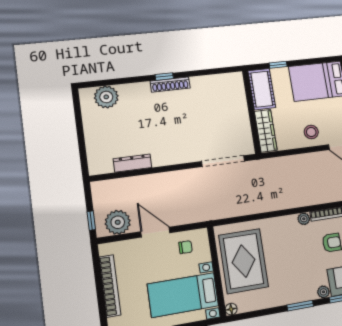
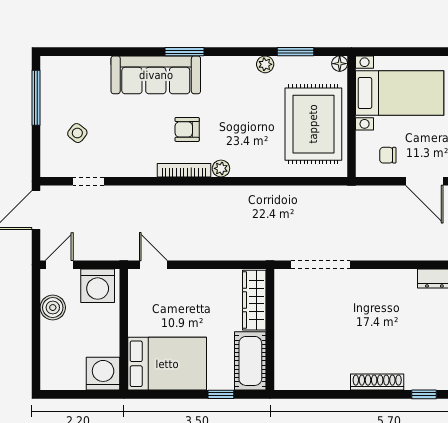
window: (164, 77) -> (424, 394), moved
stool: (311, 132) -> (189, 290), removed
plant: (323, 292) -> (265, 64), moved
window: (300, 306) -> (295, 52), moved

